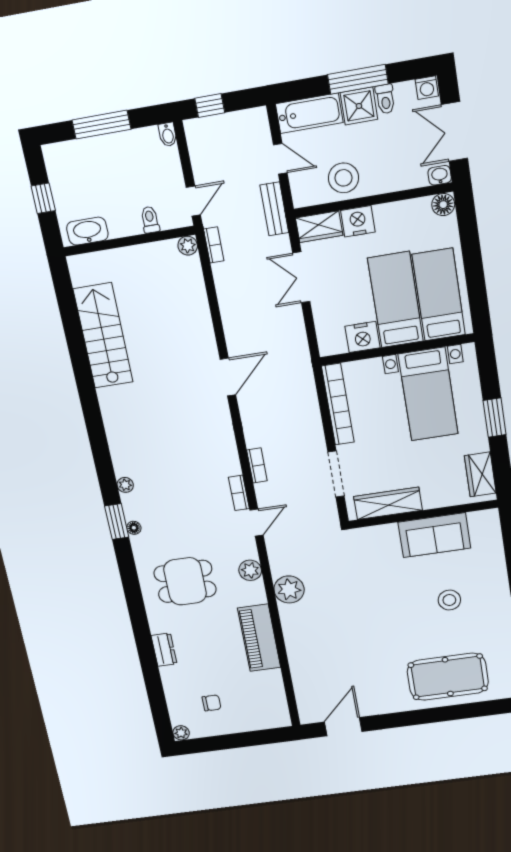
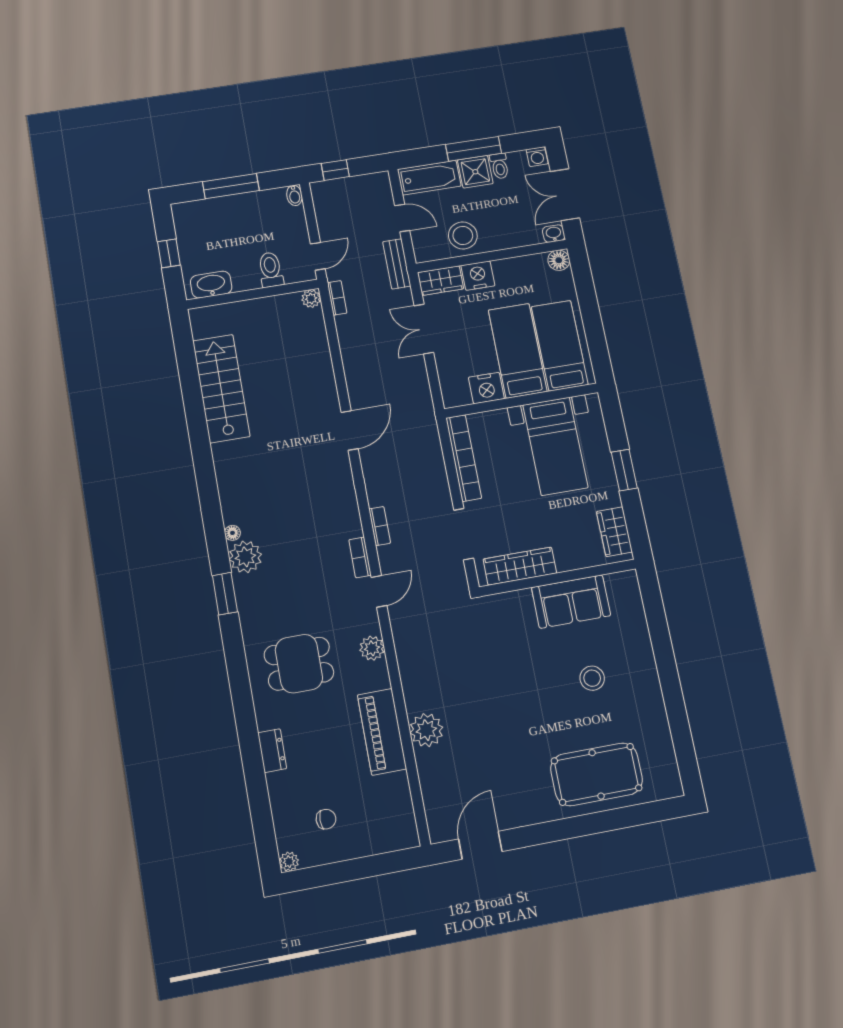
toilet: (150, 220) -> (271, 270), width x1.37, depth x1.39
plant: (125, 485) -> (245, 557), width x1.87, depth x1.87
floor lamp: (134, 528) -> (232, 533), moved
plant: (289, 589) -> (426, 730), moved

